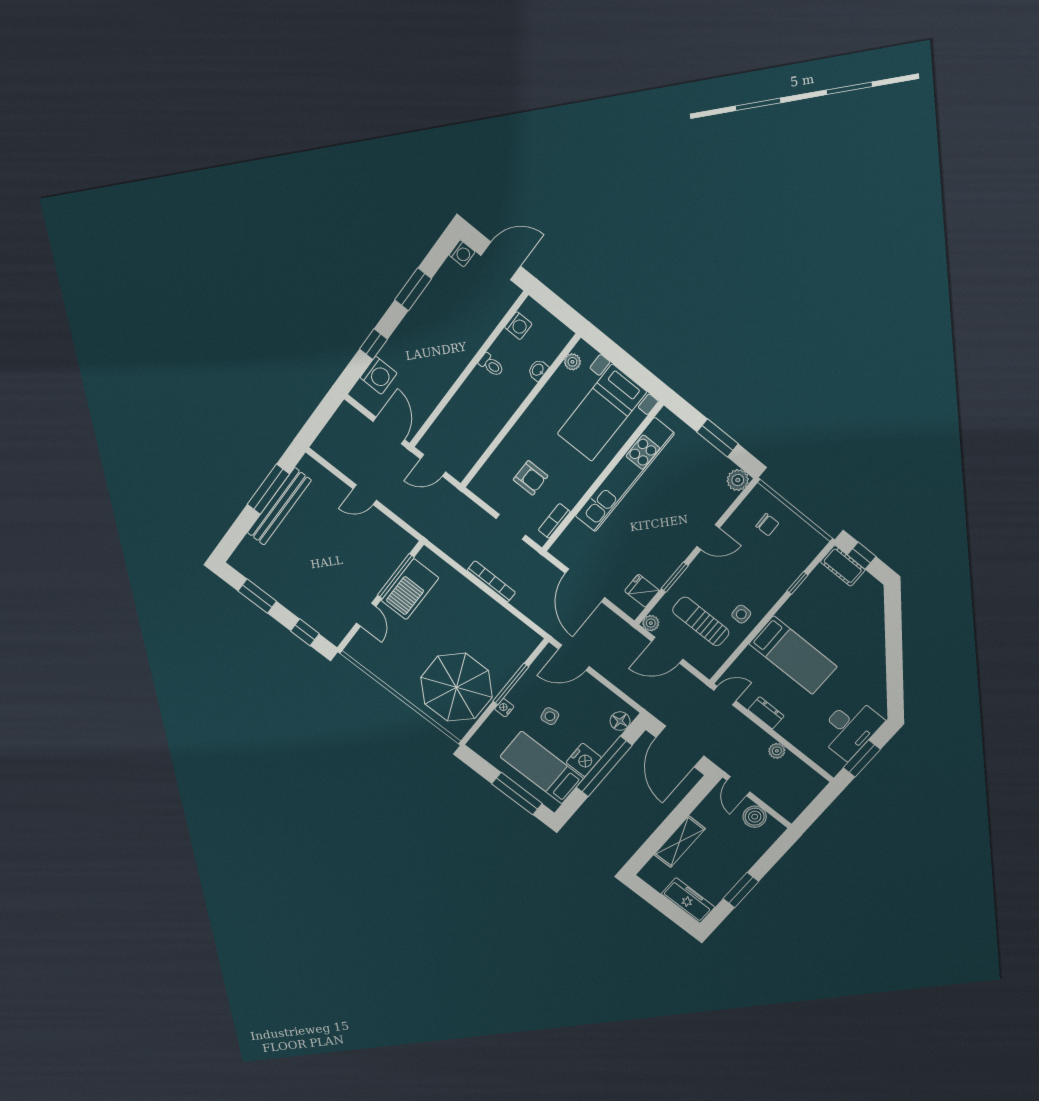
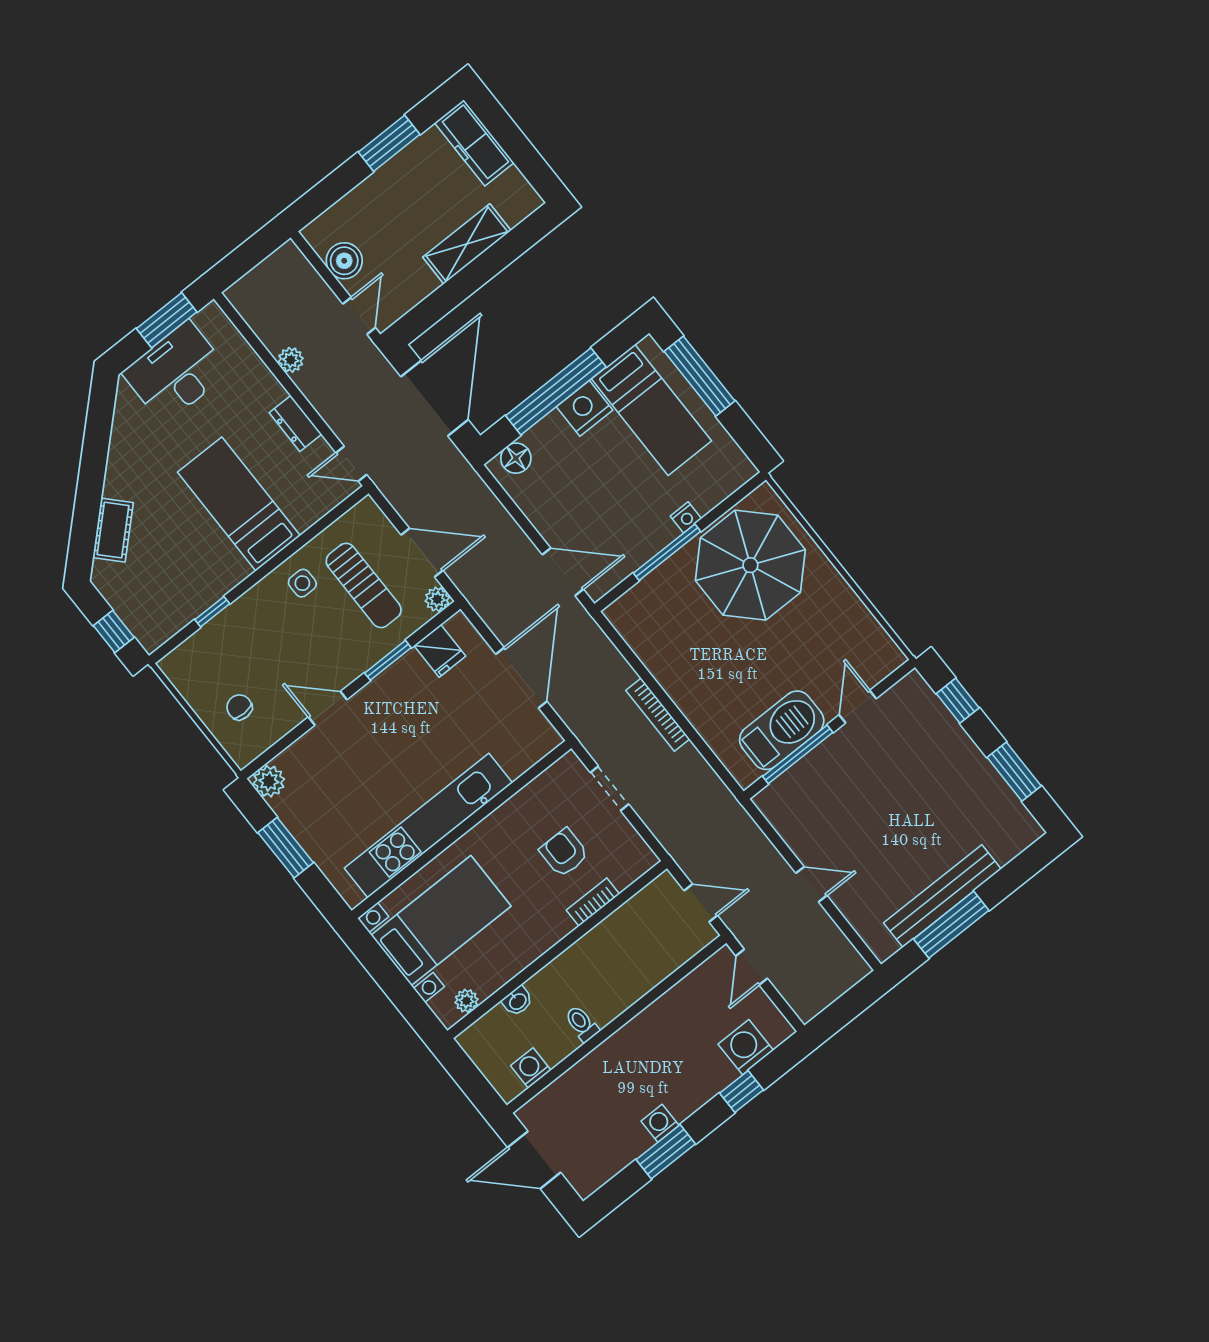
washing machine: (462, 253) -> (660, 1123), moved
door: (389, 431) -> (752, 967), width x0.73
bookcase: (554, 521) -> (593, 902), moved, turned 180
cot: (843, 566) -> (113, 530), moved, turned 46
side table: (550, 716) -> (620, 489), removed

